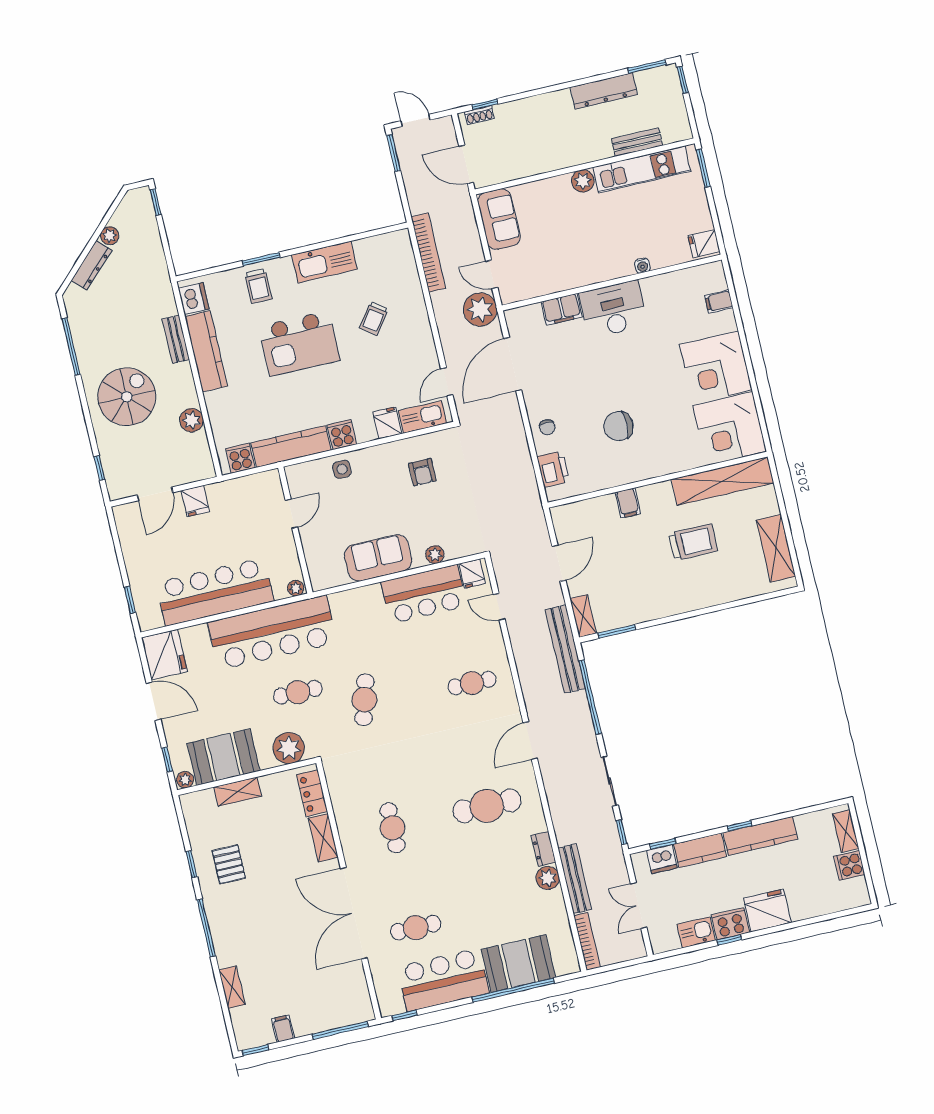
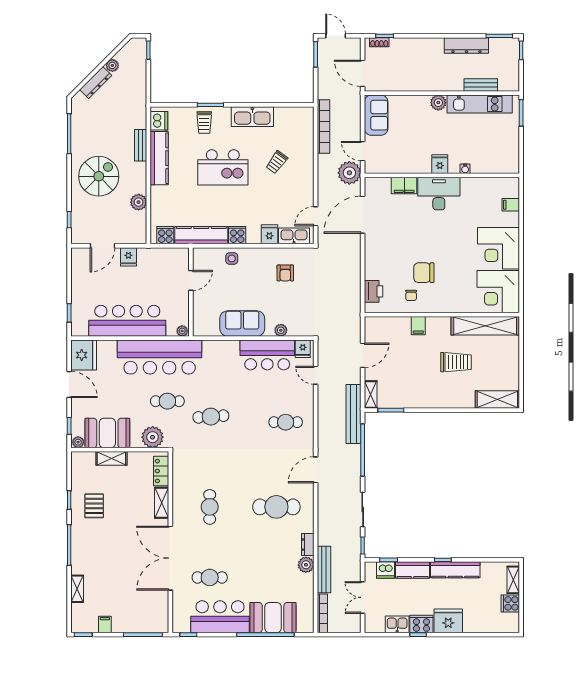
fridge: (704, 244) -> (440, 164), moved, turned 90
chair: (547, 427) -> (411, 295), moved
shelving: (776, 548) -> (497, 400), moved, turned 90
cafe table: (364, 700) -> (211, 417), turned 70

